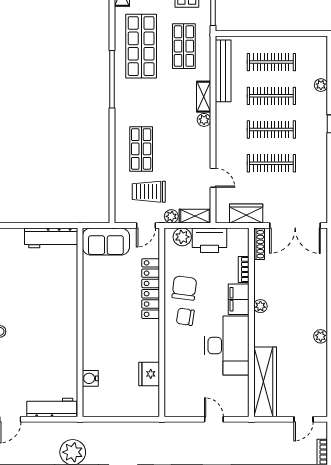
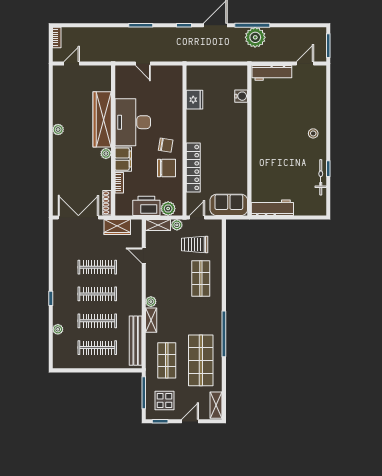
trolley: (149, 192) -> (195, 245), turned 180
chair: (184, 288) -> (166, 168), turned -97
wardrobe: (265, 382) -> (102, 119), moved

